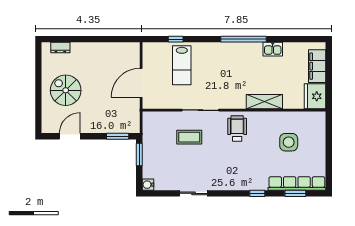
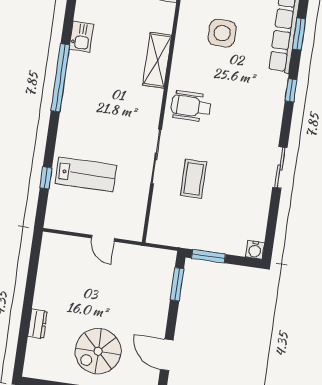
dresser: (60, 47) -> (37, 324), moved
door: (141, 83) -> (103, 238), width x0.53
sliding door: (193, 193) -> (280, 167), moved

